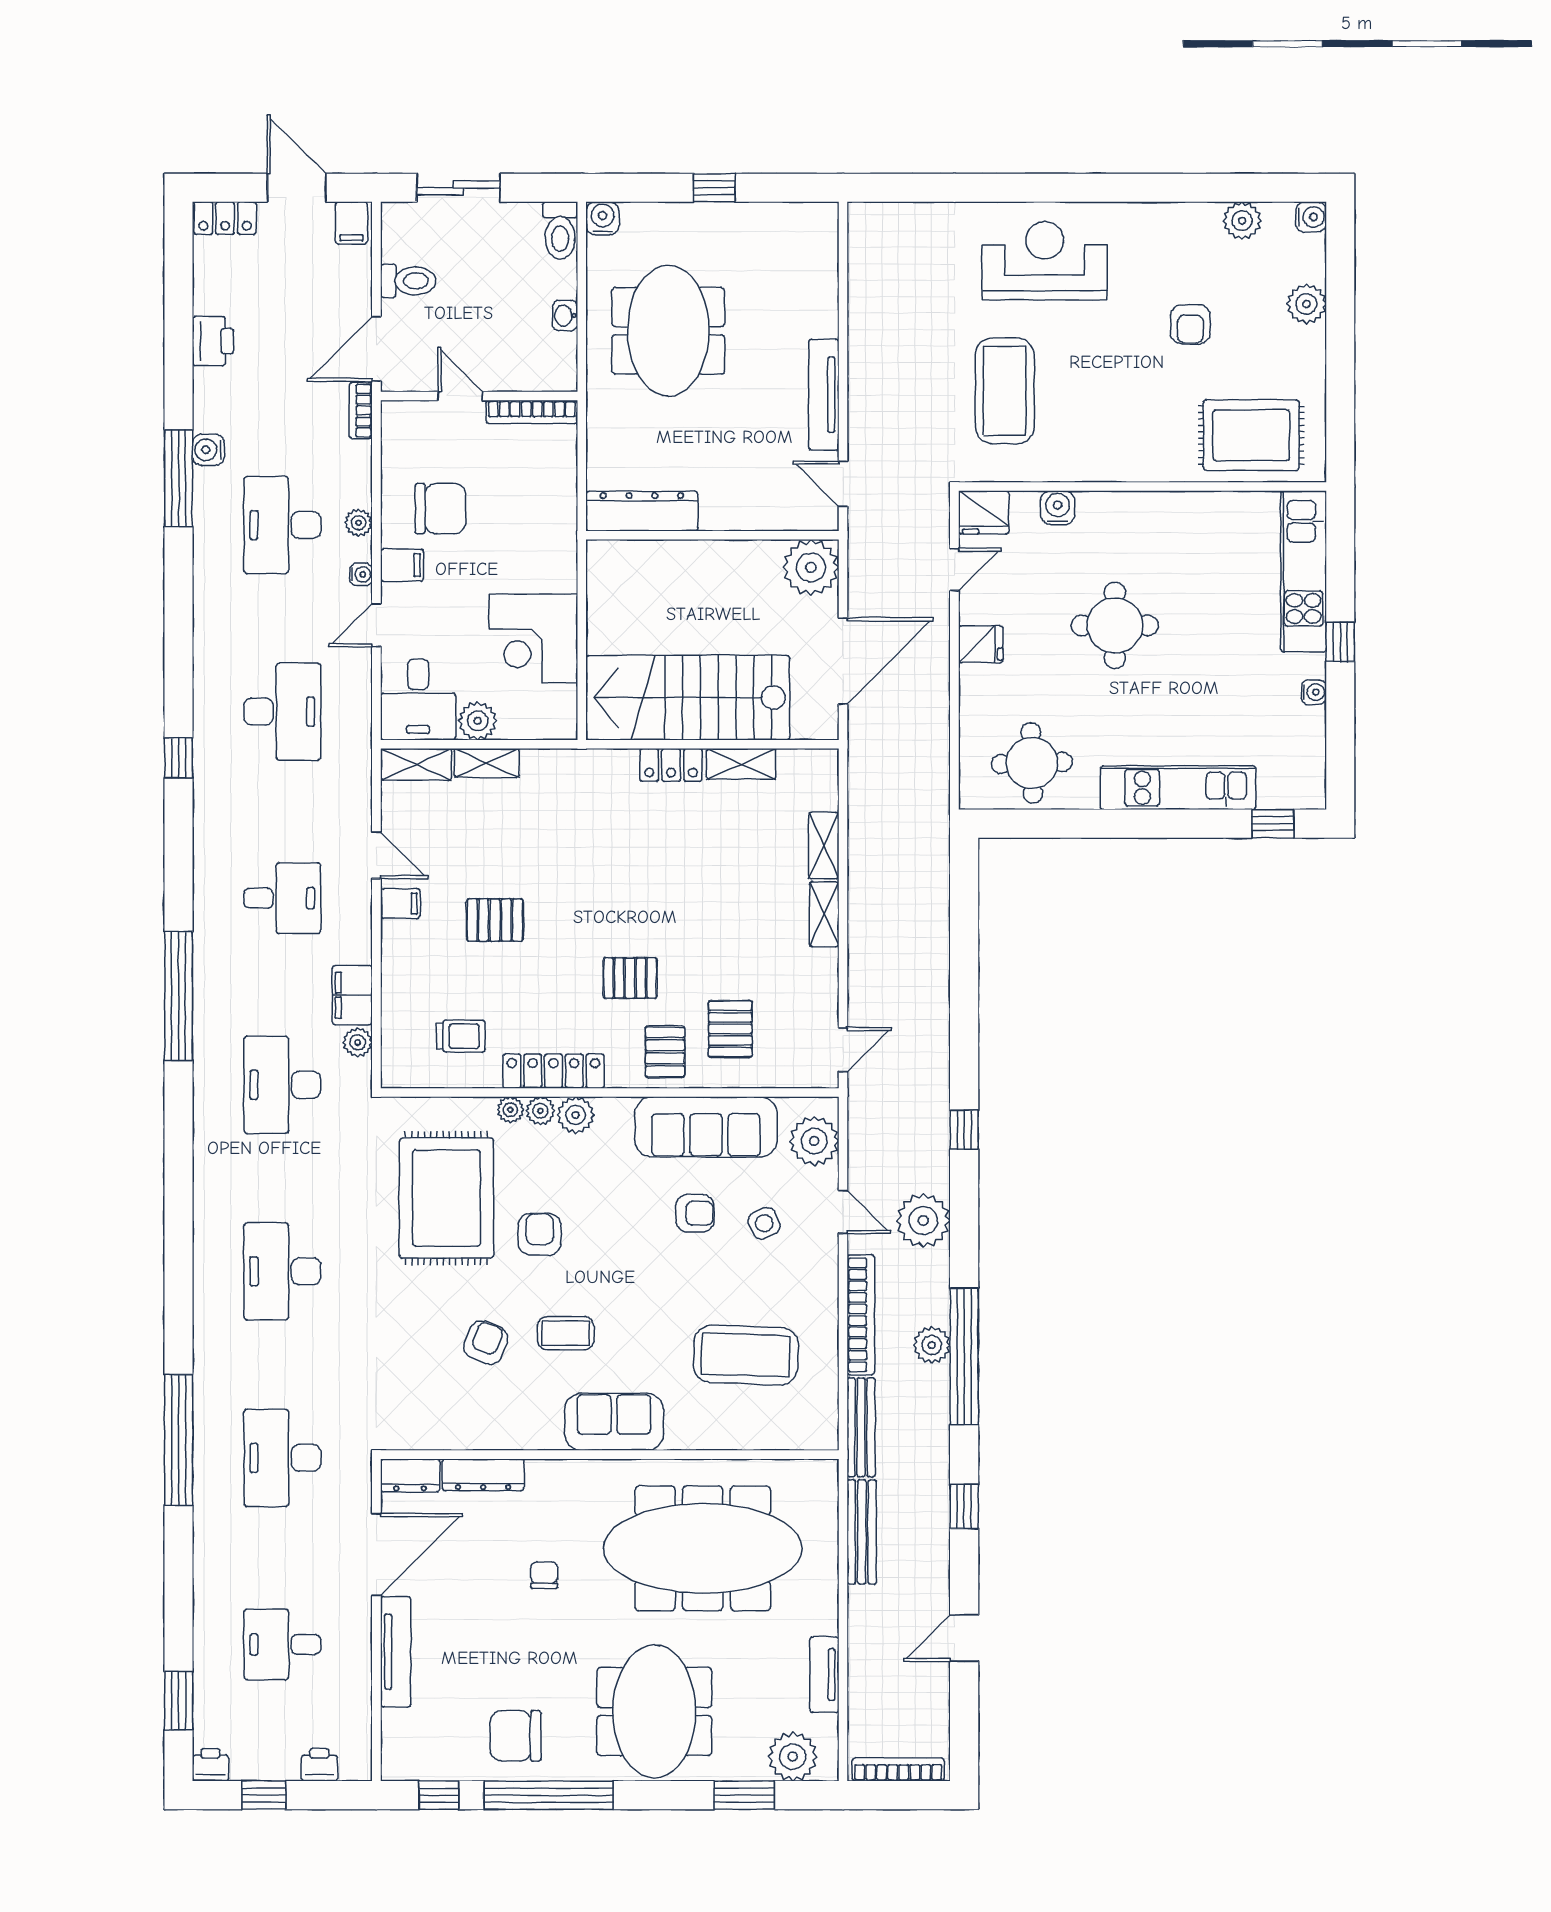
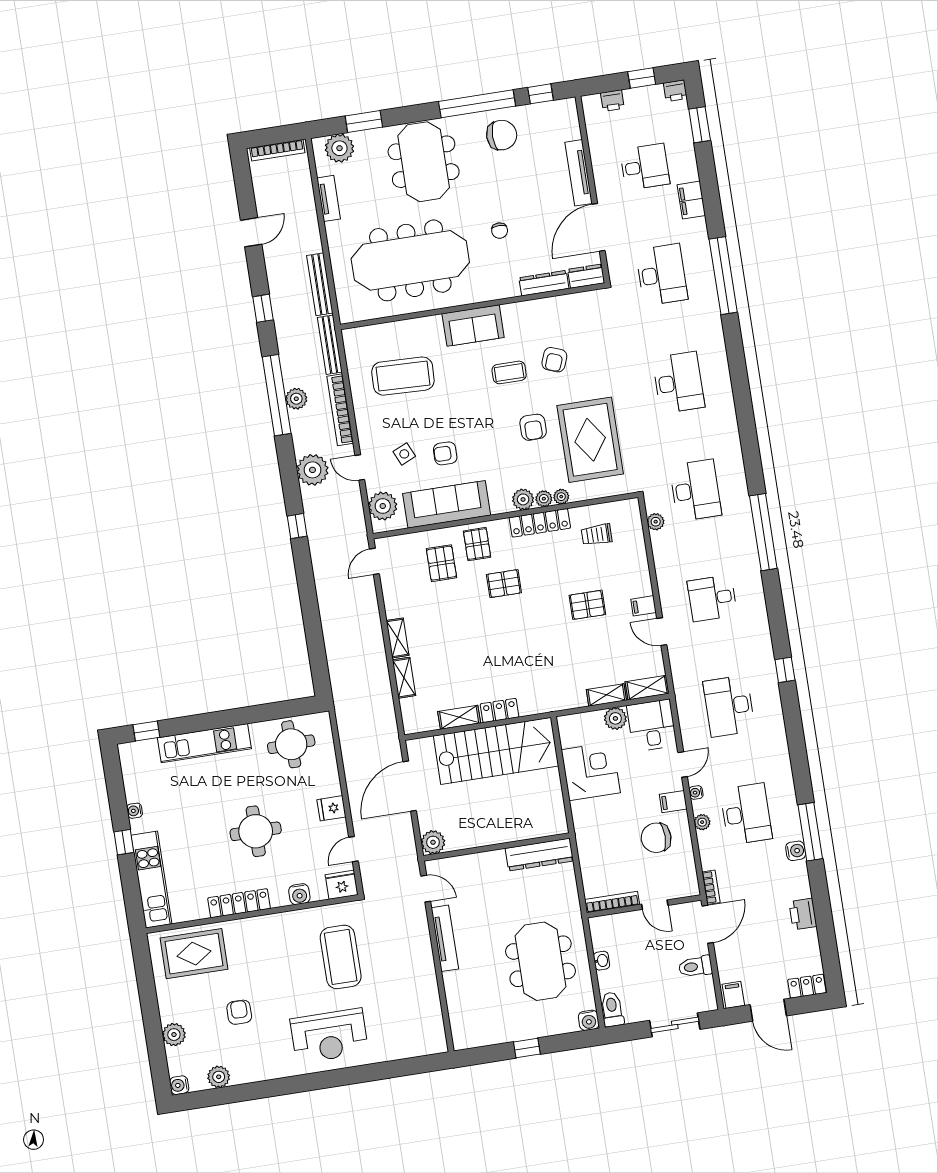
locker: (1162, 508) -> (239, 903), added
plant: (811, 567) -> (433, 842), width x0.73, depth x0.73
filing cabinet: (352, 995) -> (691, 200), moved, turned 180

